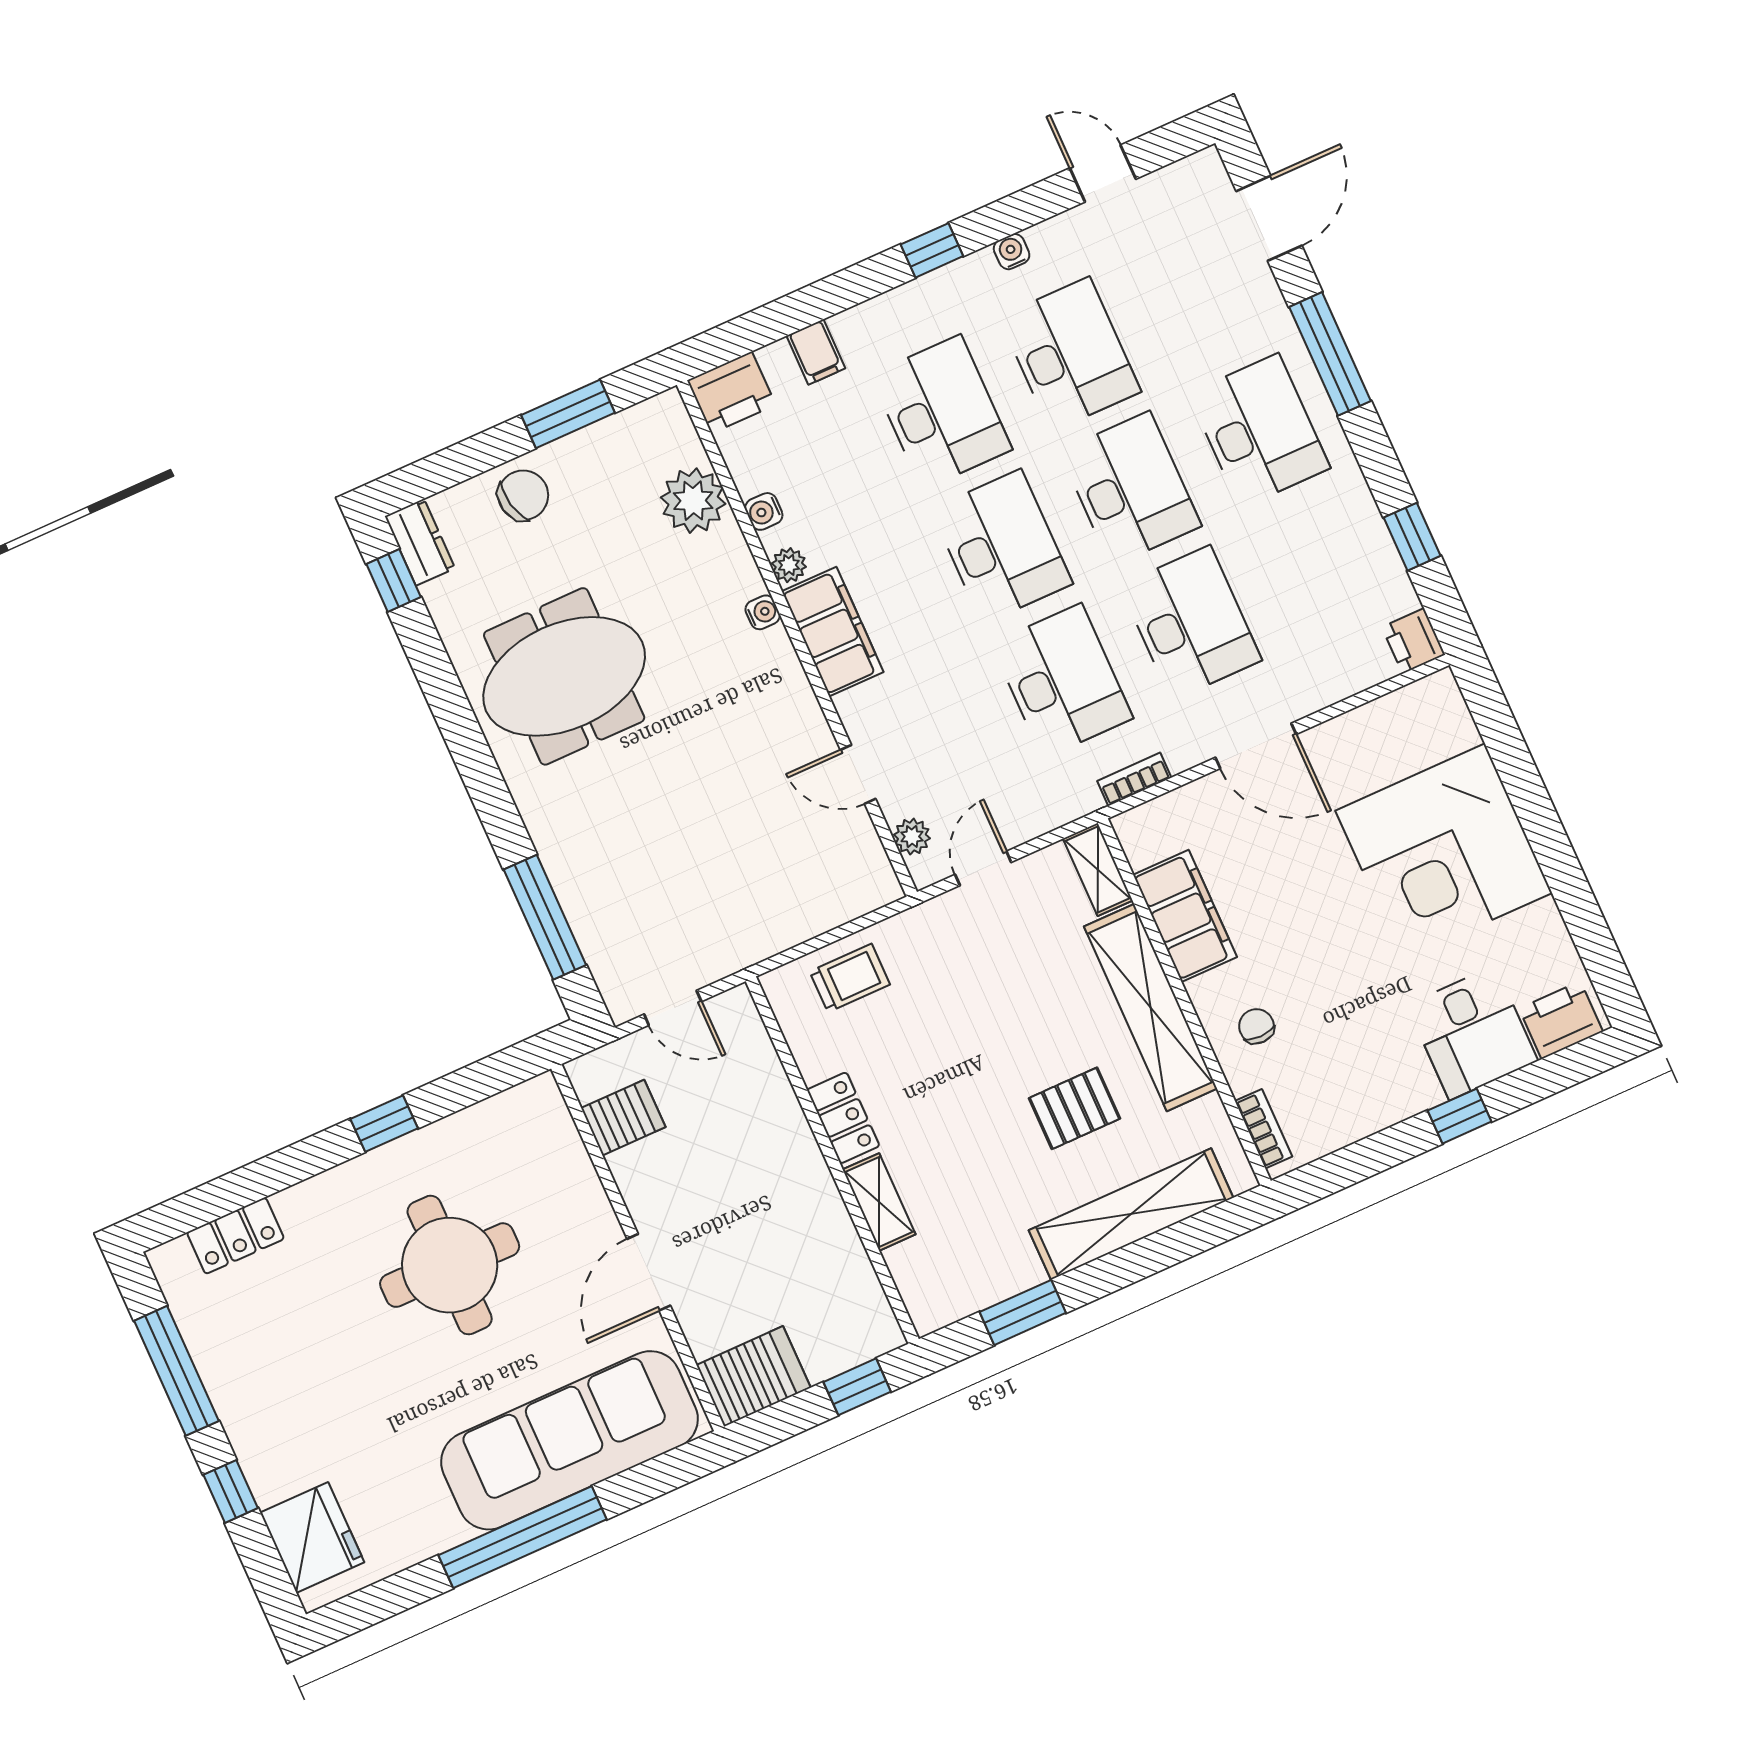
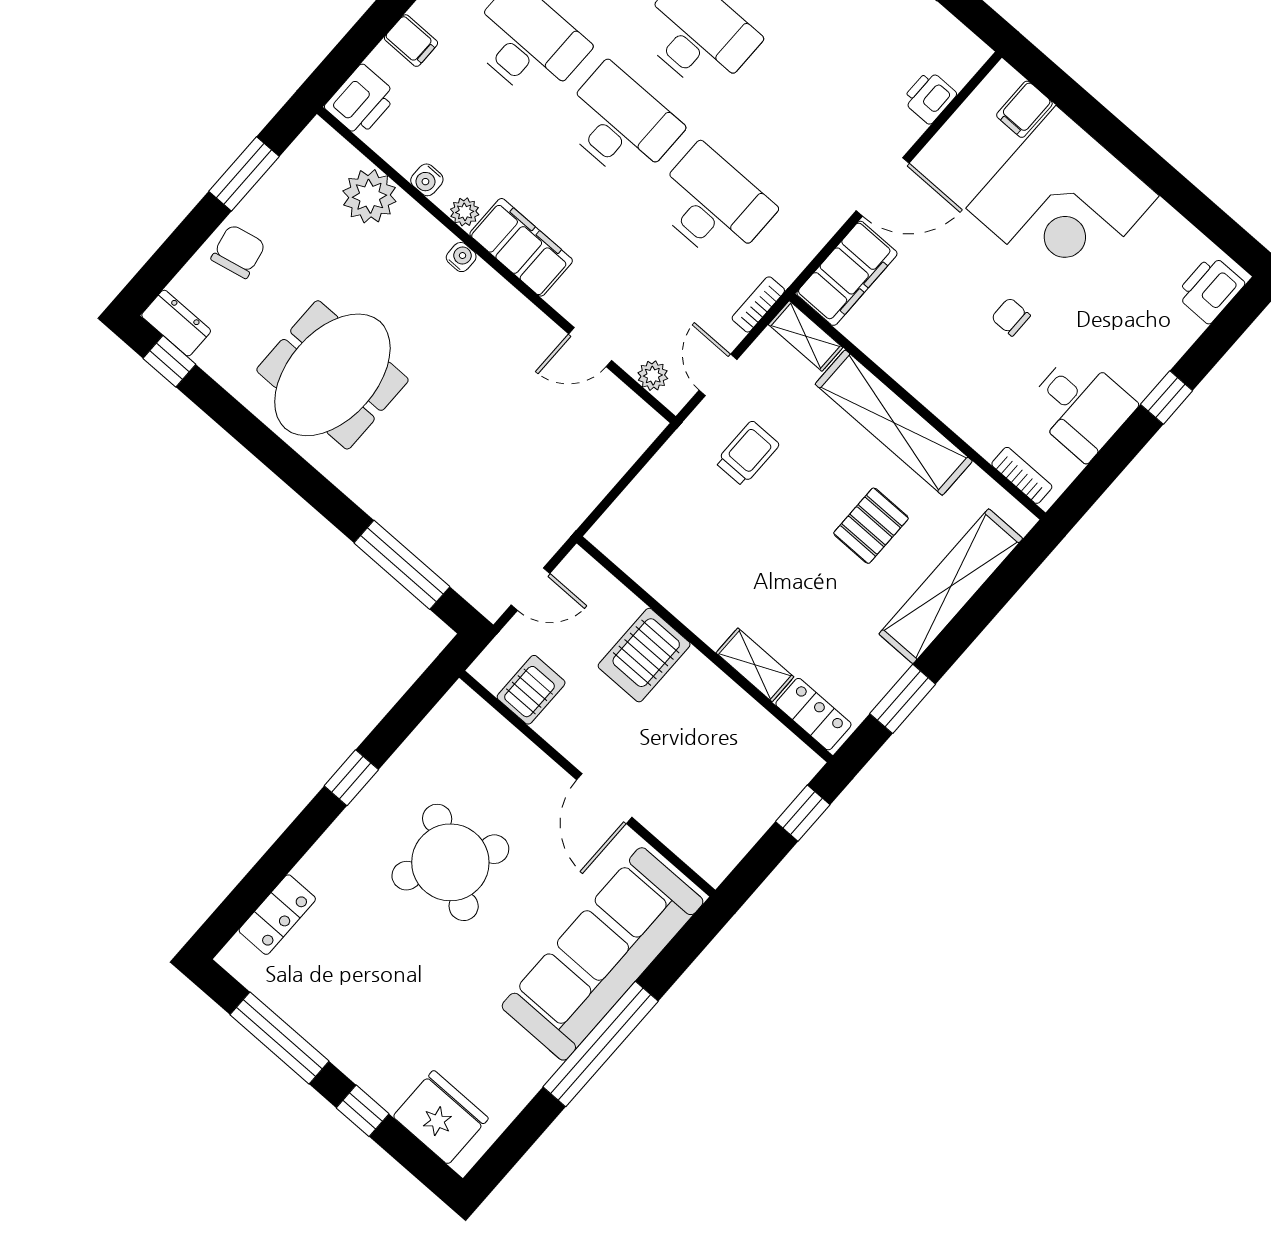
desk: (1191, 623) -> (790, 116), removed
printer: (1413, 641) -> (929, 97), moved, turned 90
filing cabinet: (1449, 732) -> (1024, 109), added
bookcase: (1134, 779) -> (758, 304), moved
filing cabinet: (1185, 916) -> (847, 273), moved, turned 90
trolley: (850, 978) -> (747, 453), moved
chair: (1256, 1026) -> (1011, 317), moved
desk: (1472, 1033) -> (1080, 406), moved
locker: (843, 1118) -> (813, 714), moved
round table: (450, 1265) -> (450, 862), turned 32
server rack: (754, 1376) -> (644, 655), moved, turned 180

